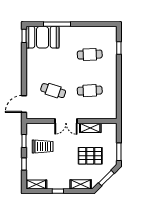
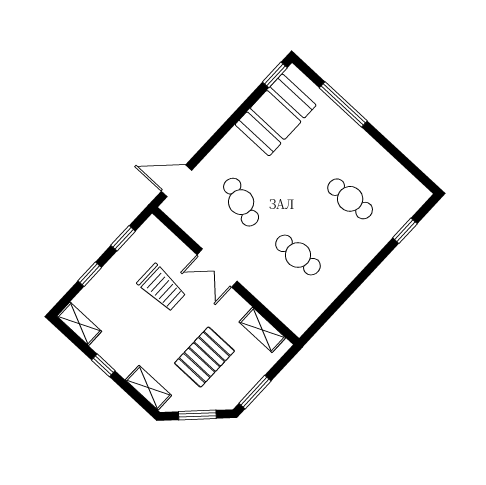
booth: (43, 37) -> (276, 115), moved, turned 90
shelving: (90, 128) -> (262, 330), moved
trolley: (43, 147) -> (162, 288), moved
pallet: (90, 156) -> (204, 357), turned 90

